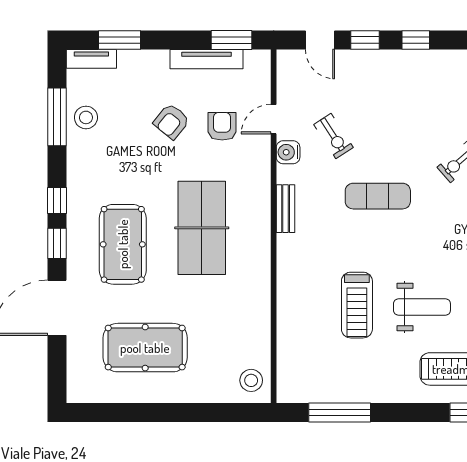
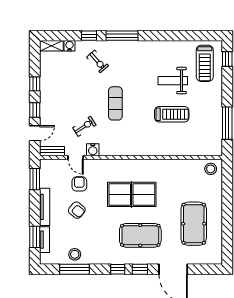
tv unit: (91, 59) -> (44, 240), moved
tv unit: (206, 59) -> (45, 207), moved
armchair: (222, 126) -> (79, 184), turned 90
bench: (286, 209) -> (52, 151), moved
weight bench: (422, 307) -> (173, 81), turned -90

